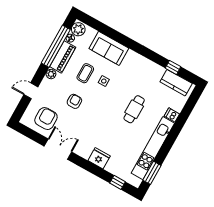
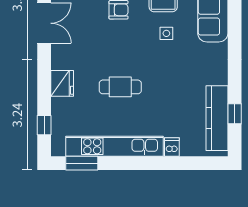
kitchen counter: (176, 83) -> (217, 118), width x1.50
cafe table: (134, 109) -> (120, 87), moved

